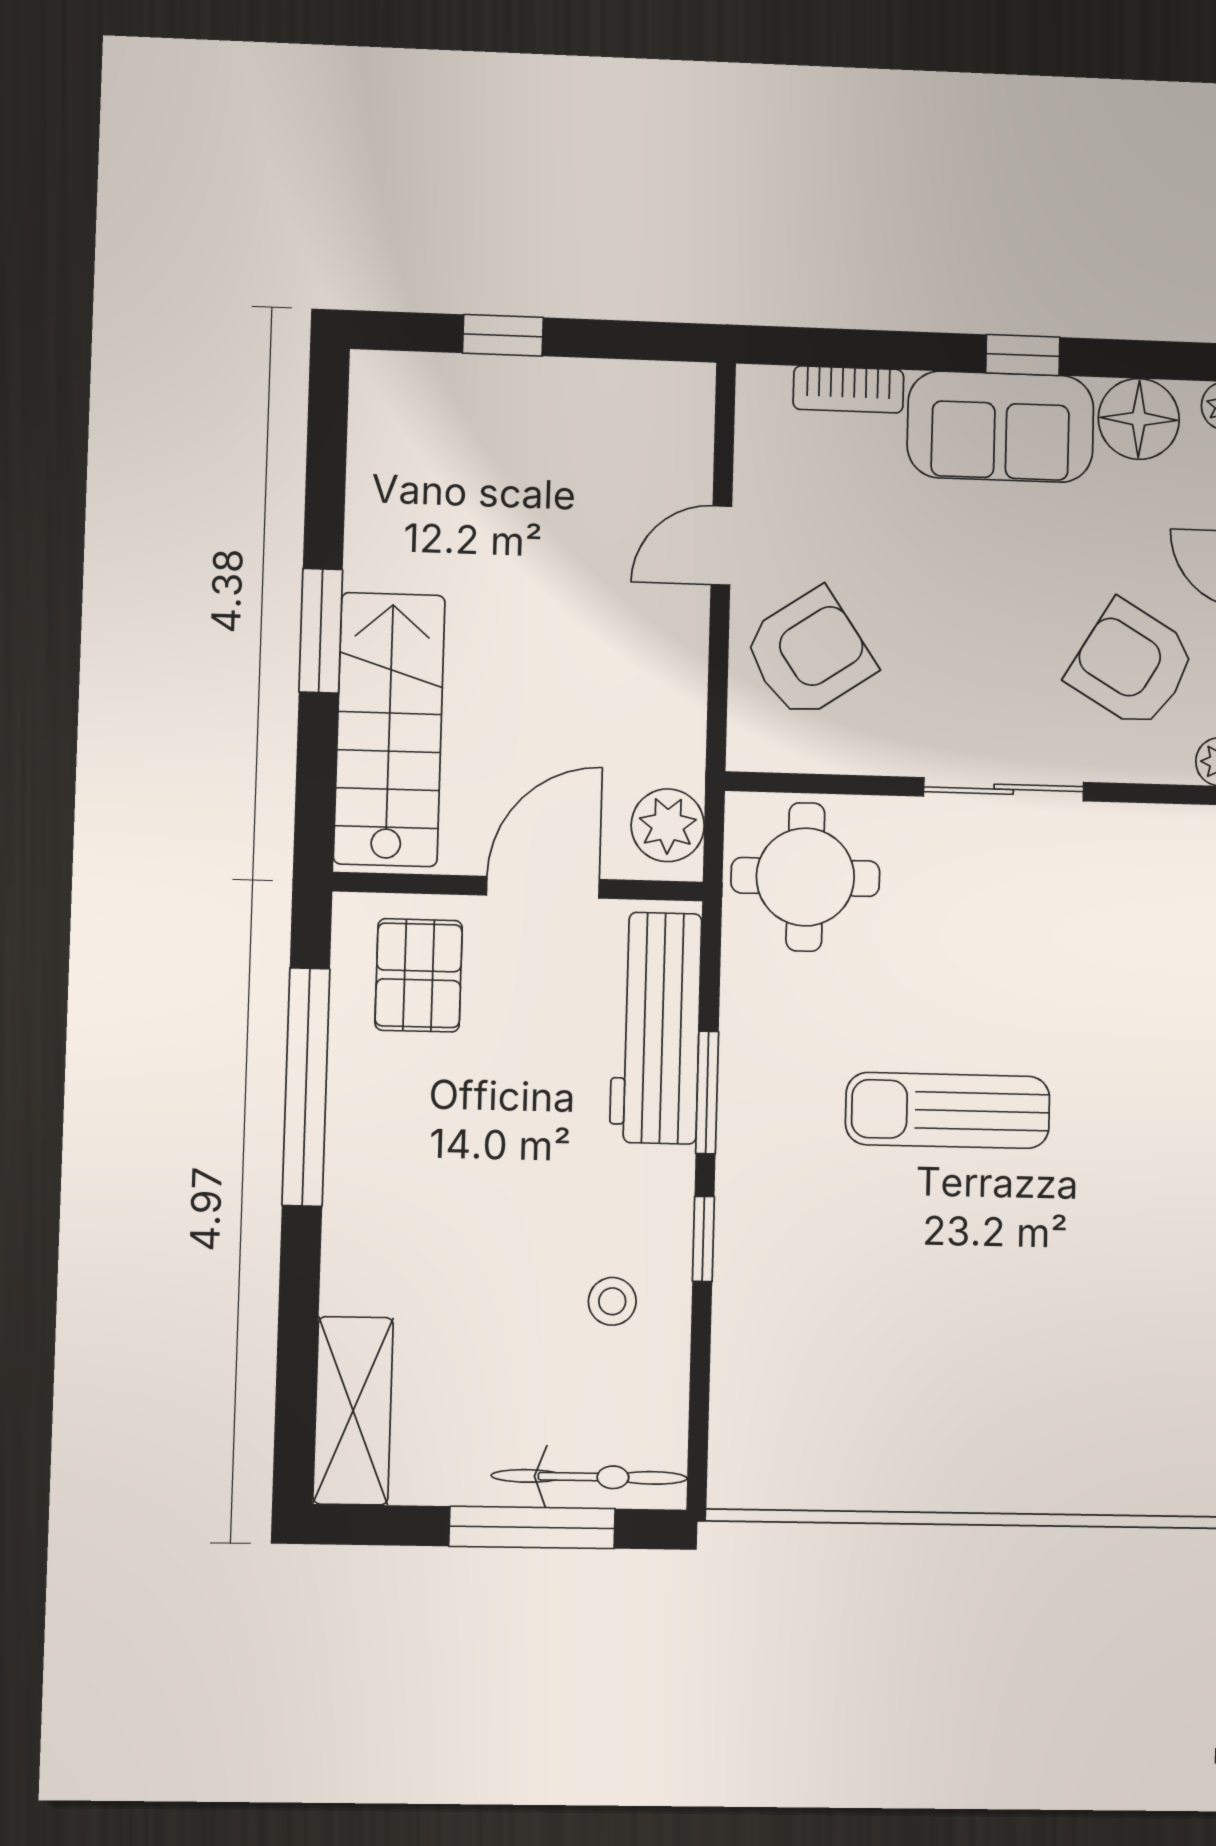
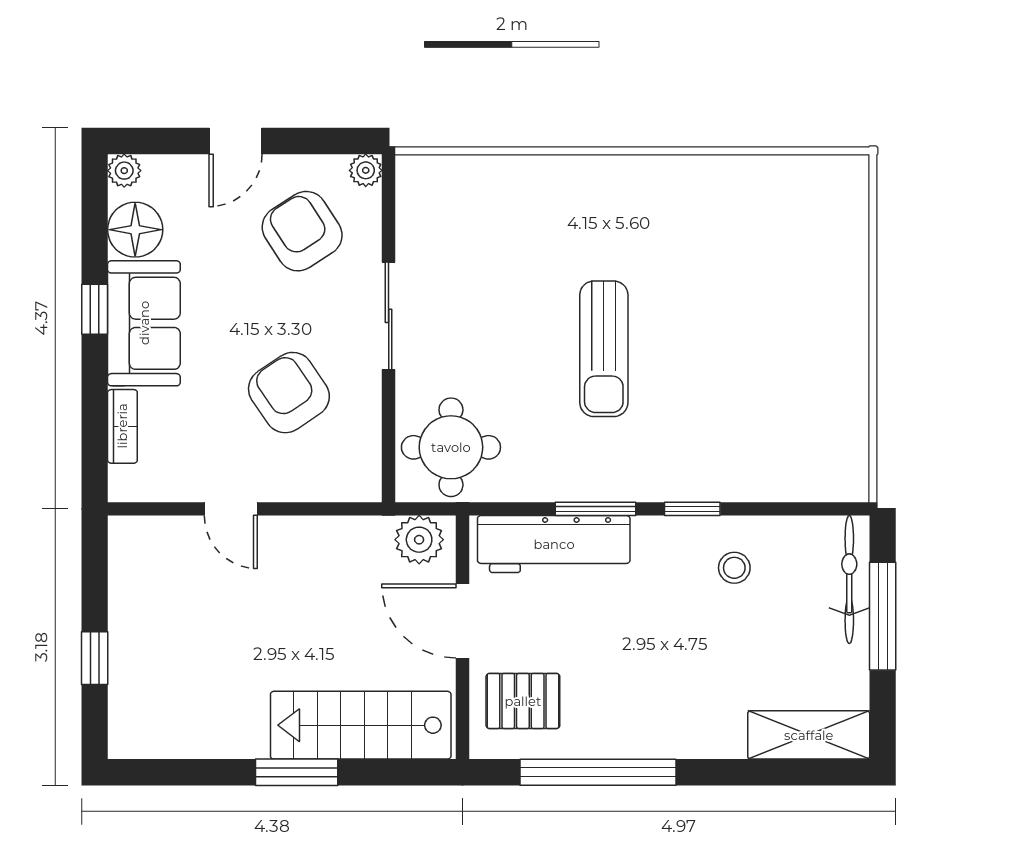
armchair: (809, 654) -> (289, 393), moved
armchair: (1132, 665) -> (302, 231), turned 116

